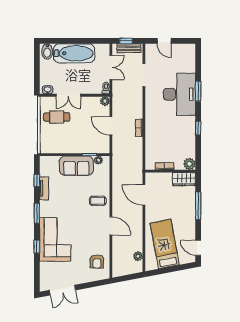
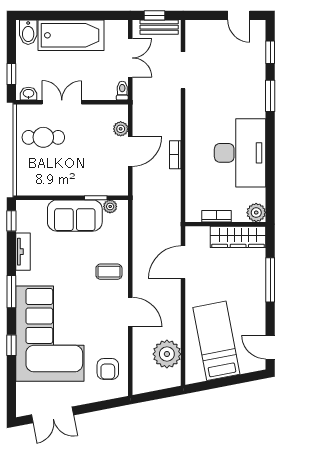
door: (164, 41) -> (239, 15), moved
window: (37, 77) -> (11, 74), added
desk: (179, 94) -> (240, 153), moved
double door: (68, 95) -> (62, 102), swing flipped
plant: (105, 101) -> (121, 129), moved
door: (111, 126) -> (130, 152), swing flipped
window: (198, 128) -> (270, 52), moved
wardrobe: (184, 179) -> (238, 237), width x1.50
window: (37, 180) -> (11, 221), moved
door: (144, 195) -> (183, 262), hinge flipped
corner sofa: (55, 239) -> (50, 334), width x1.36, depth x1.36
plant: (138, 256) -> (167, 354), width x1.88, depth x1.88

